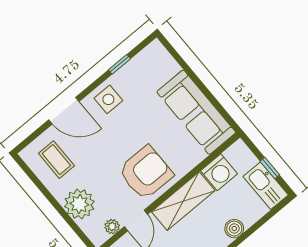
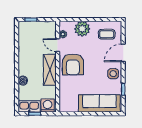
sofa: (196, 112) -> (99, 103), moved
washing machine: (219, 172) -> (48, 106), moved, turned 90

